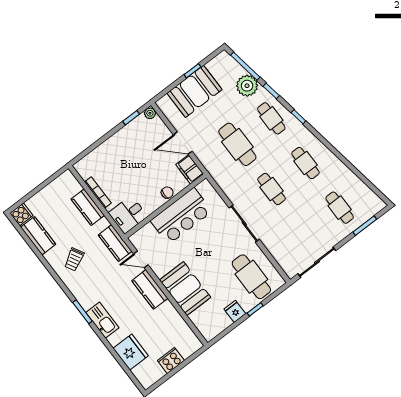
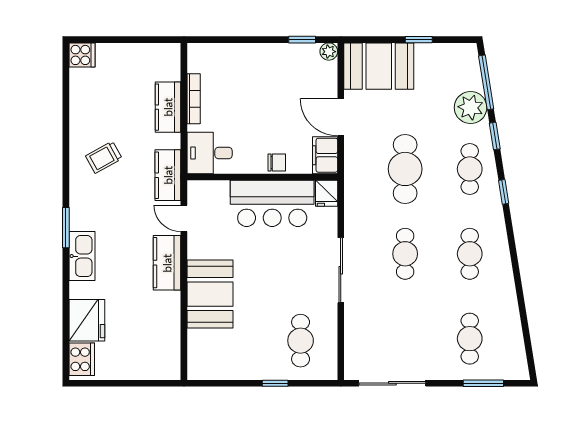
booth: (195, 91) -> (379, 66), moved
kitchen counter: (38, 236) -> (82, 96), removed
cafe table: (251, 277) -> (301, 341), width x0.73, depth x0.74
fridge: (235, 311) -> (327, 193), moved, turned 180
cooker: (171, 361) -> (82, 359), moved, turned 90

